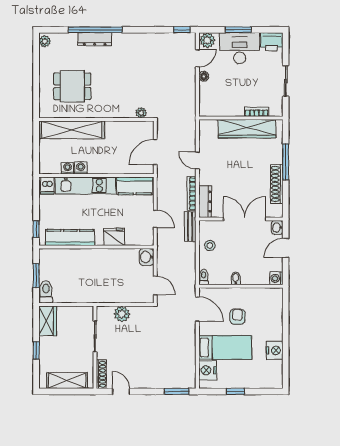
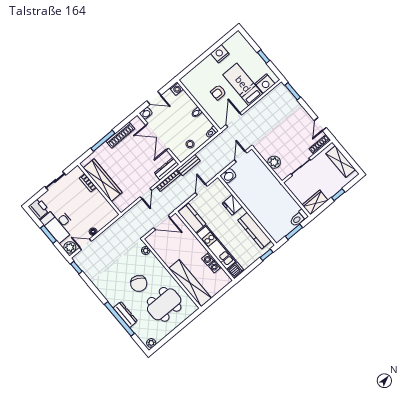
chair: (114, 78) -> (139, 284), added
dining table: (72, 86) -> (164, 304), width x1.37

